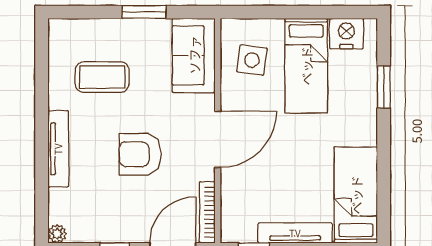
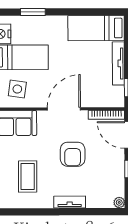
door: (218, 139) -> (64, 109), hinge flipped
tv unit: (58, 149) -> (70, 202), width x0.71

